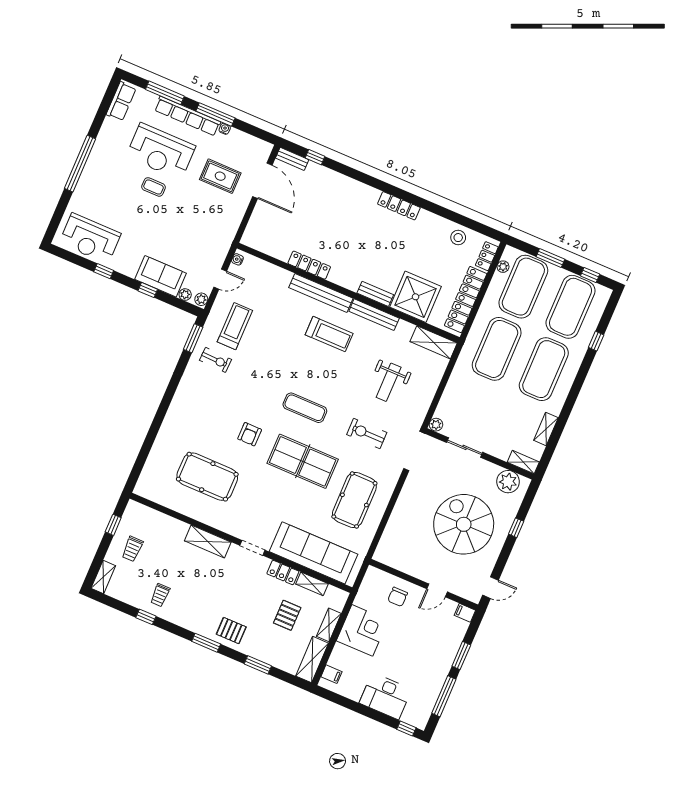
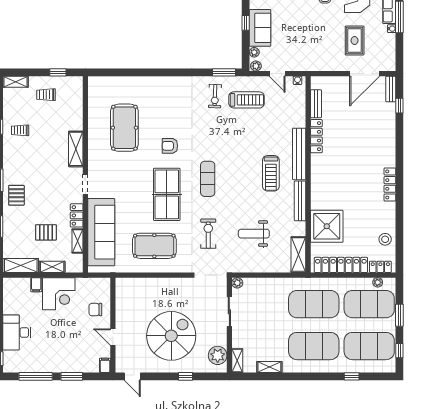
bench: (375, 294) -> (316, 104), moved
filing cabinet: (331, 674) -> (36, 285), moved

